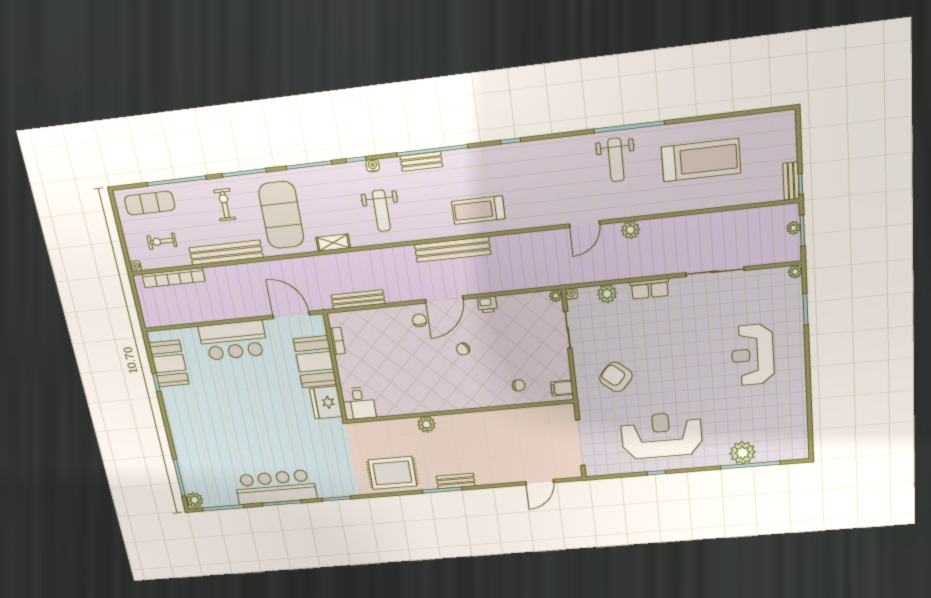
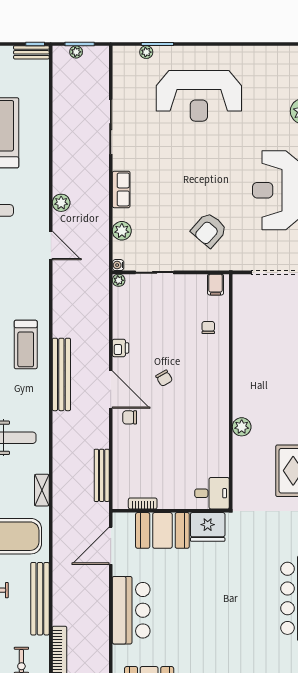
plant: (795, 272) -> (146, 52), moved
reception desk: (753, 355) -> (199, 96), width x1.36, depth x1.30

